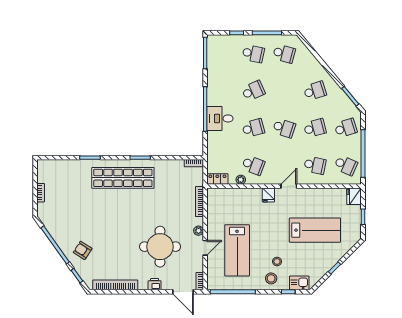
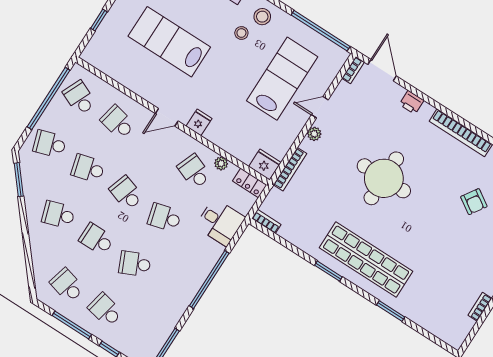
school desk: (284, 91) -> (97, 239), added
desk: (220, 118) -> (220, 222), moved
fridge: (354, 196) -> (265, 164), moved, turned -90
round table: (160, 247) -> (384, 178), moved

